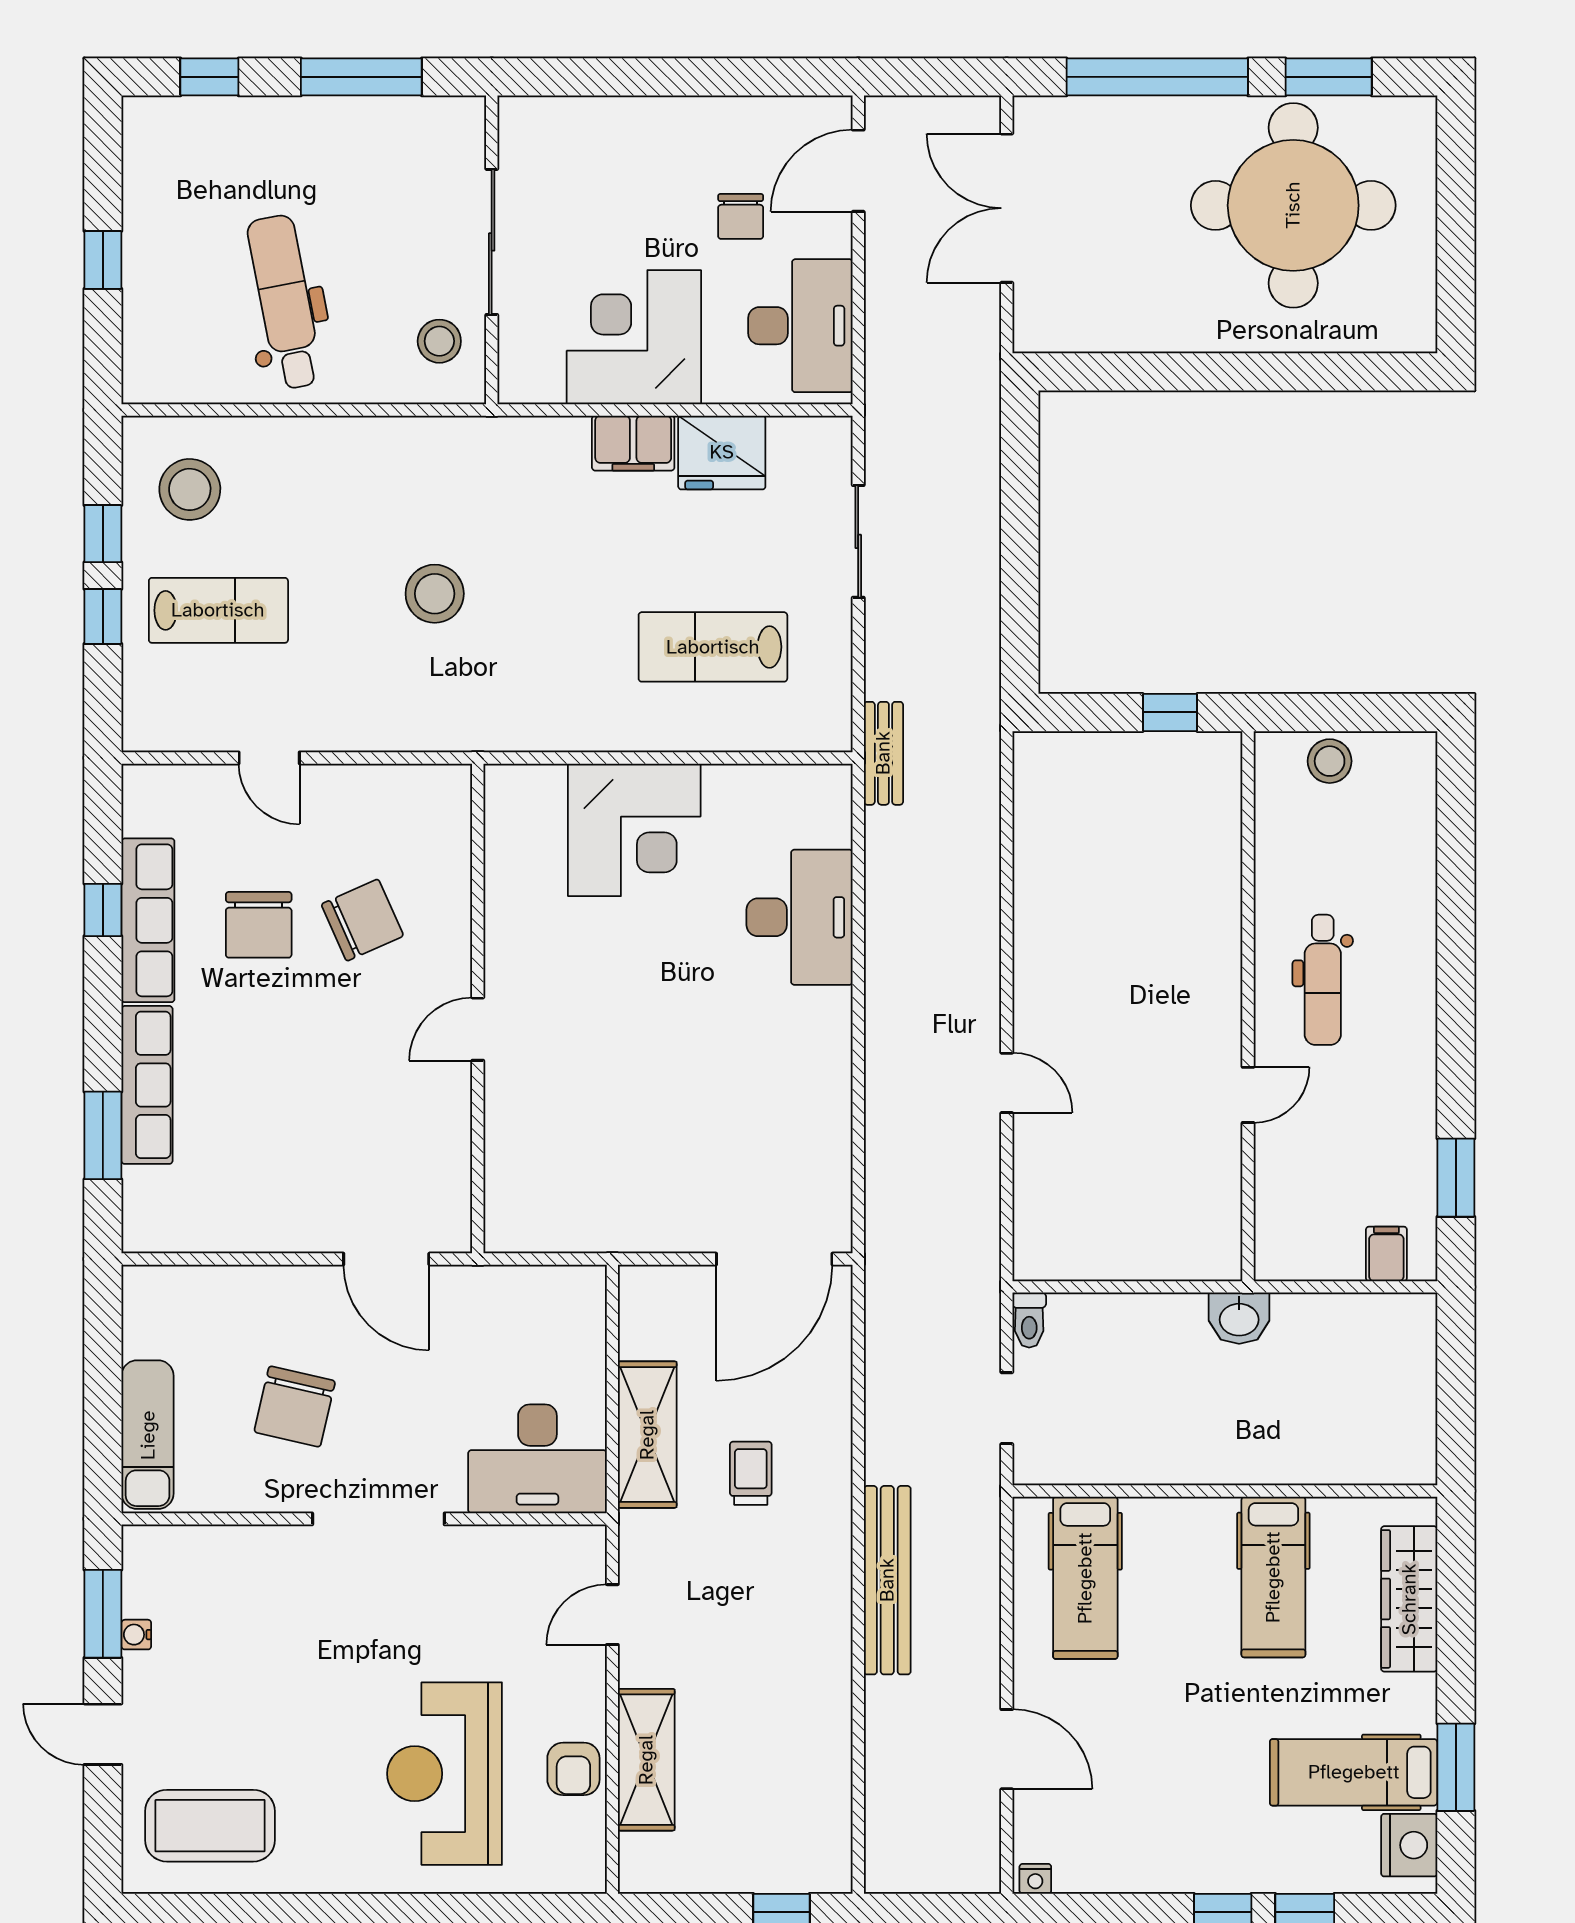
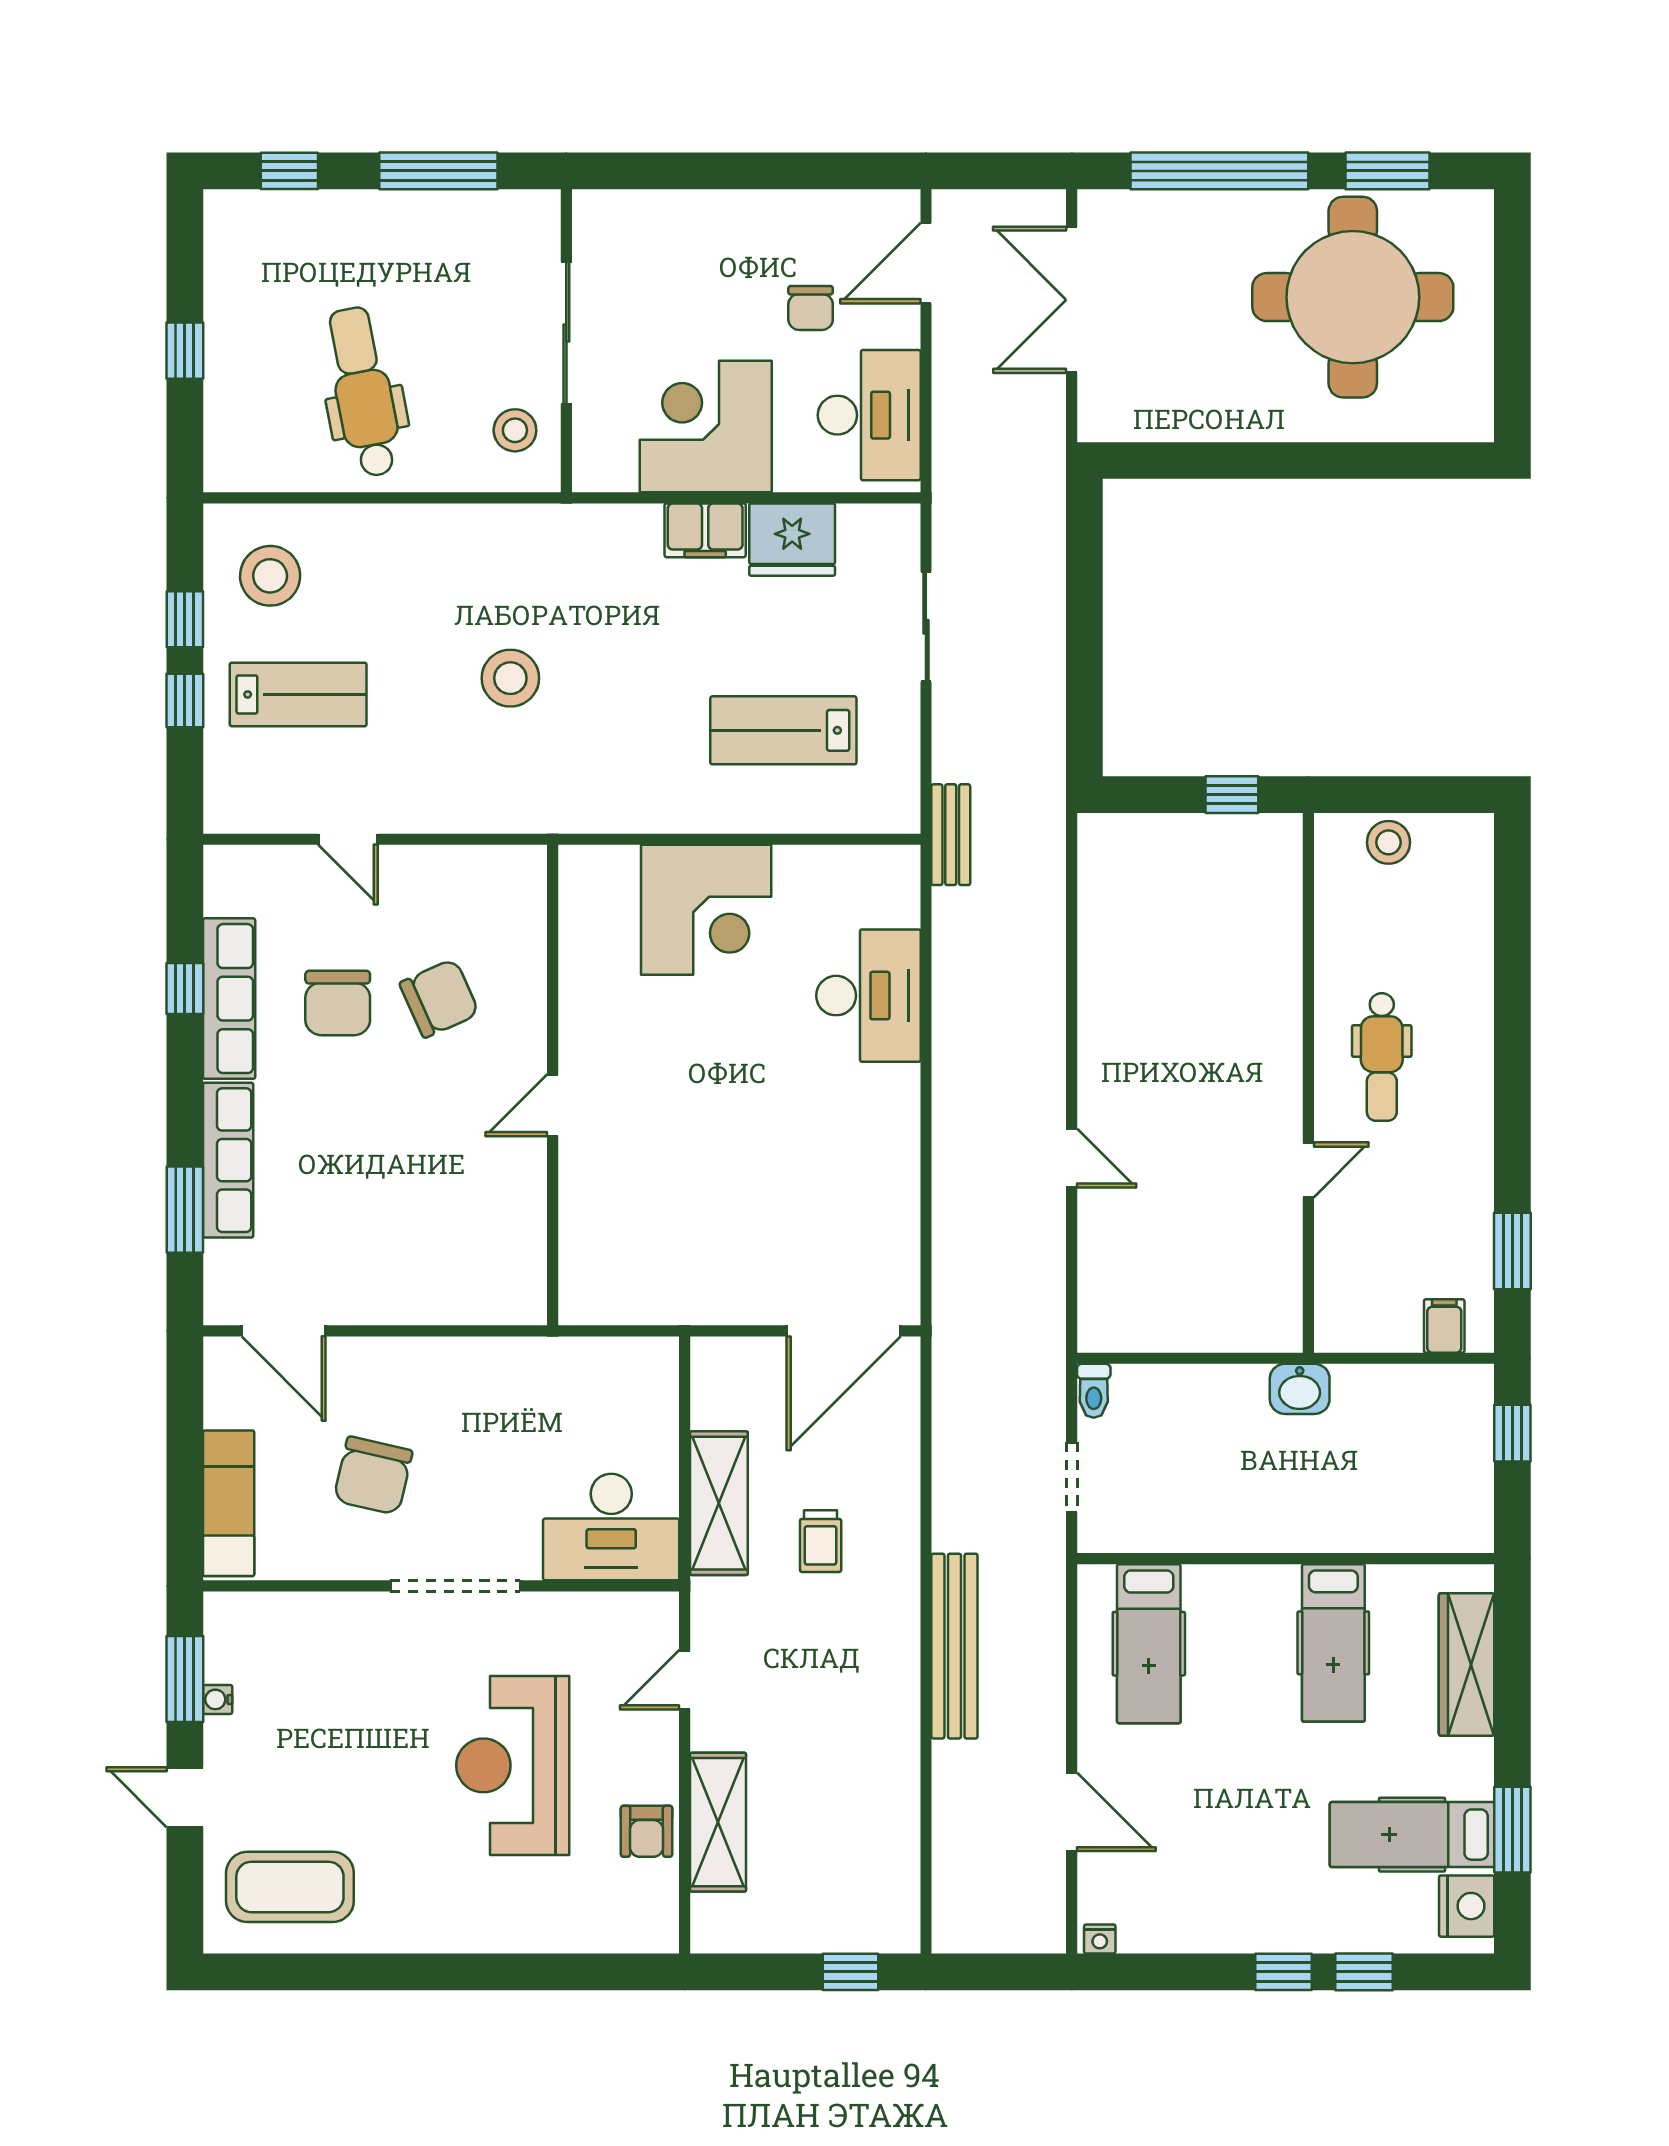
door: (386, 1259) -> (284, 1331), moved
window: (1456, 1363) -> (1512, 1433), added
trolley: (751, 1473) -> (821, 1541), turned 180
reception desk: (444, 1774) -> (513, 1765), moved

